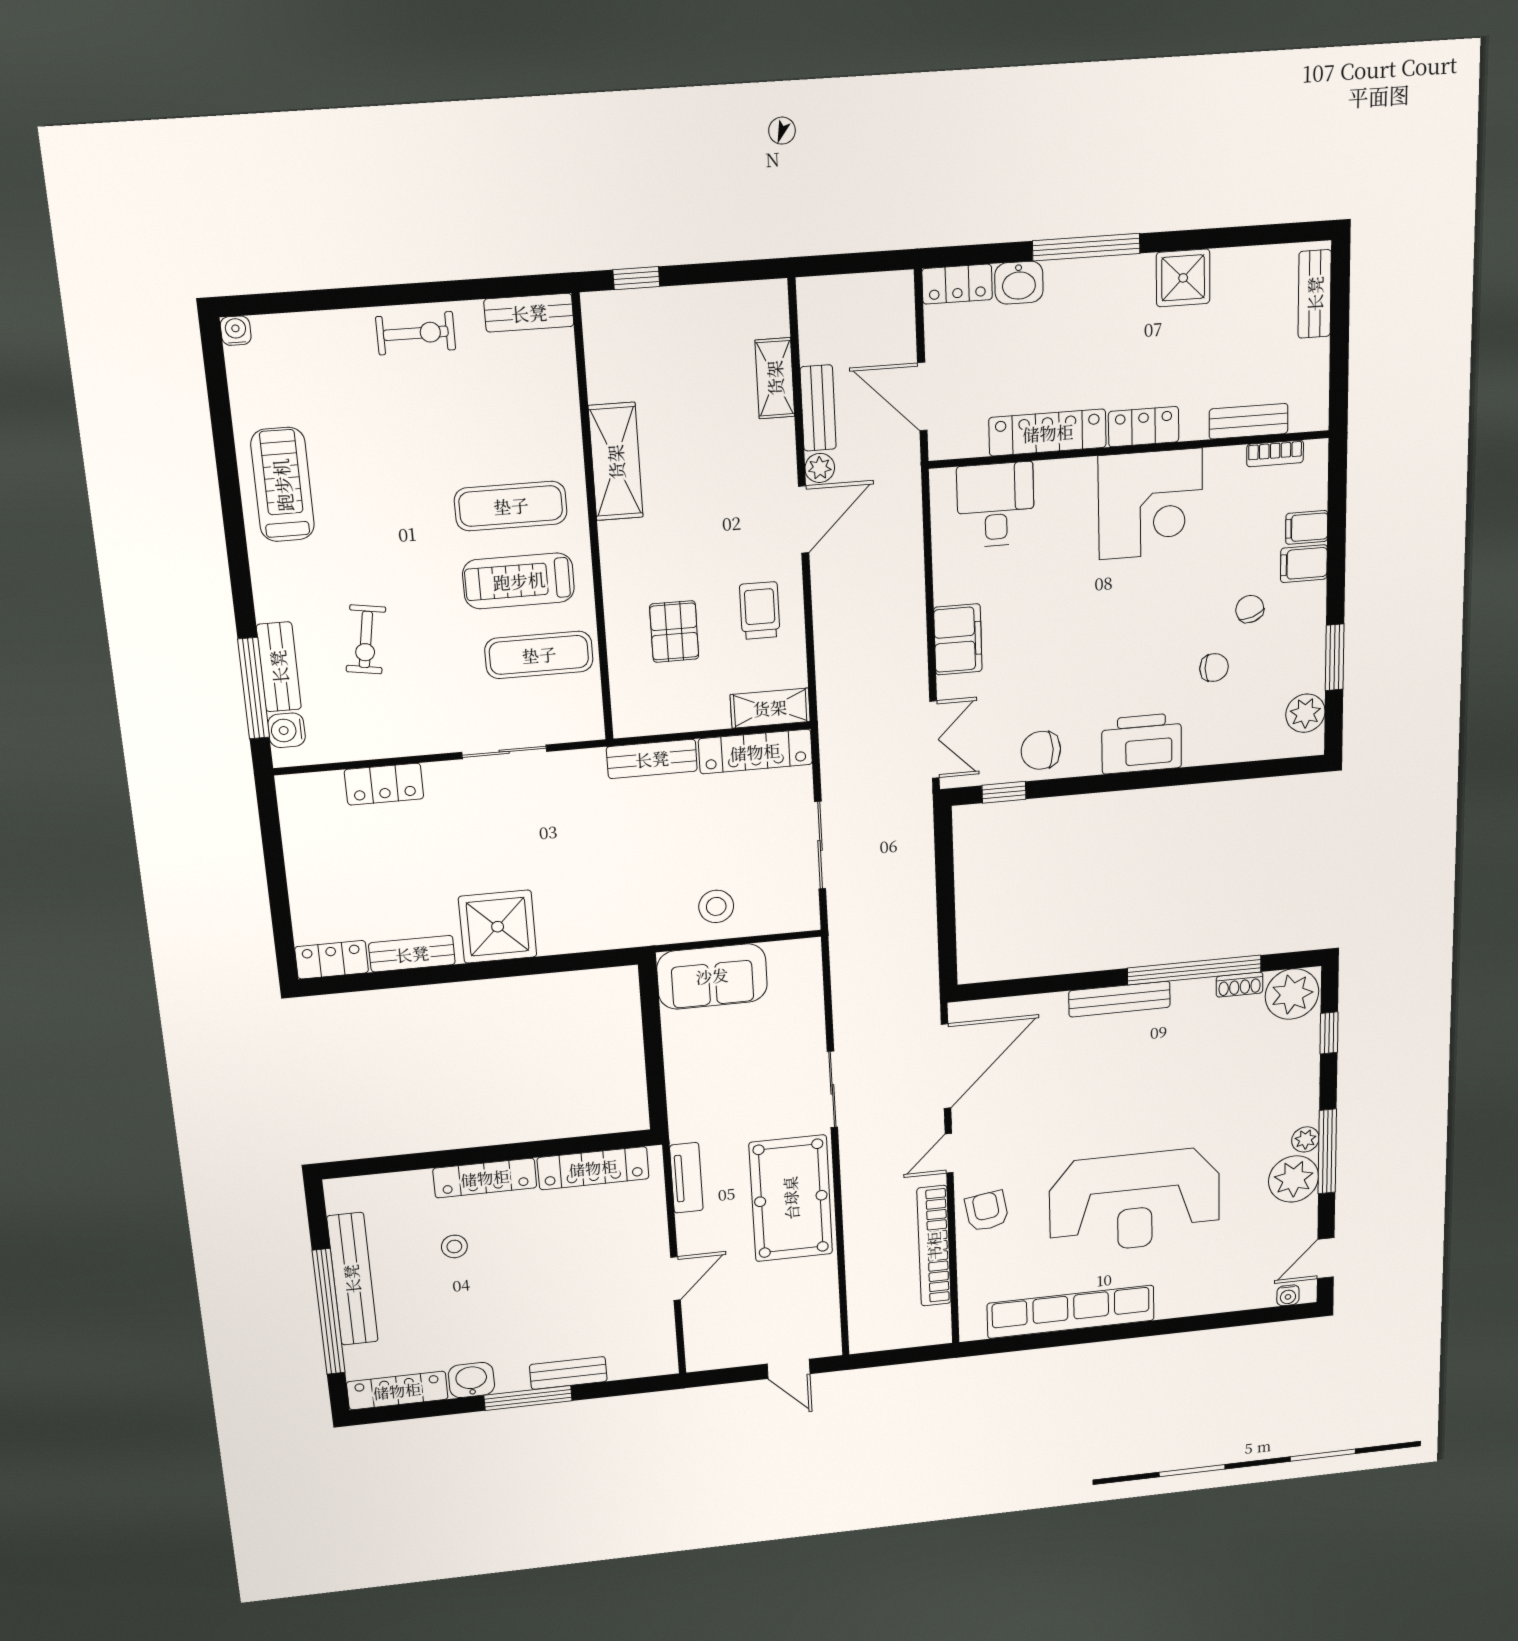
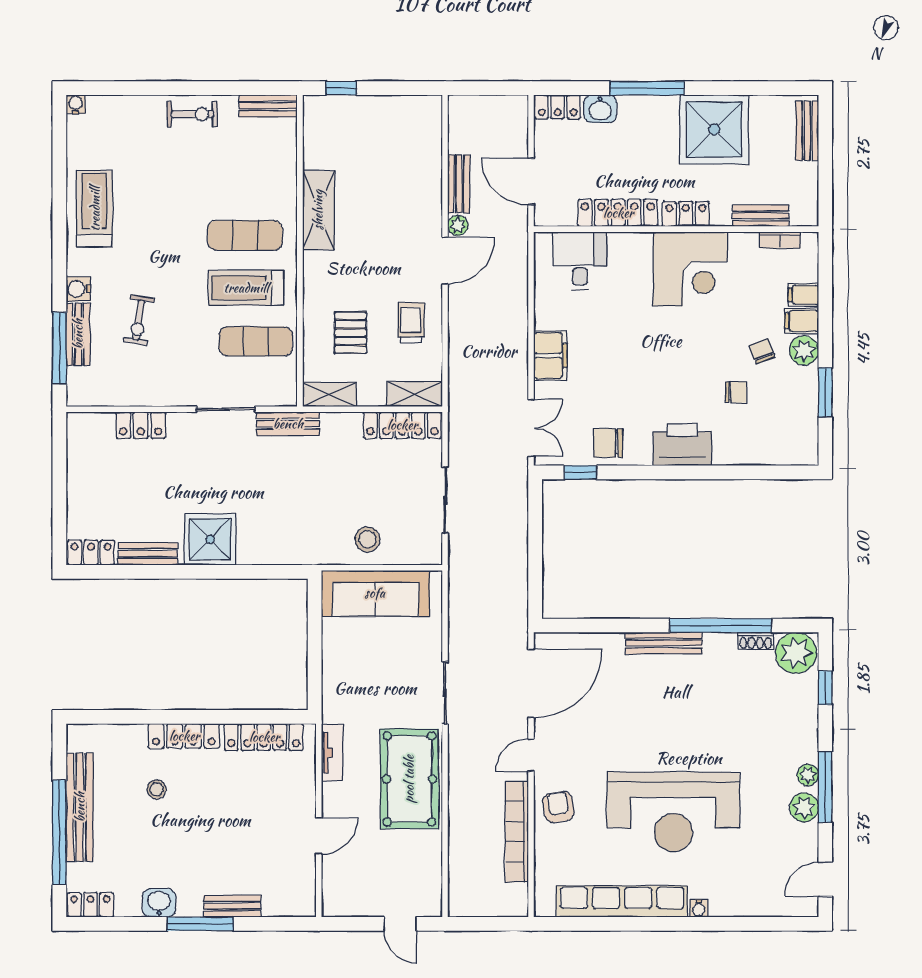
shower: (1183, 278) -> (714, 129), width x1.86, depth x1.86
shelving: (775, 378) -> (330, 394), moved, turned 90
plant: (1305, 713) -> (804, 350), moved
water cooler: (287, 730) -> (78, 289), moved
bench: (652, 759) -> (288, 424), moved
sofa: (712, 976) -> (375, 593), width x1.36
plant: (1294, 1179) -> (804, 808), width x0.73, depth x0.73
water cooler: (1288, 1295) -> (699, 908), moved
locker: (397, 1391) -> (90, 905), width x0.66

